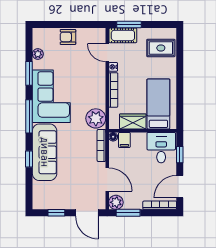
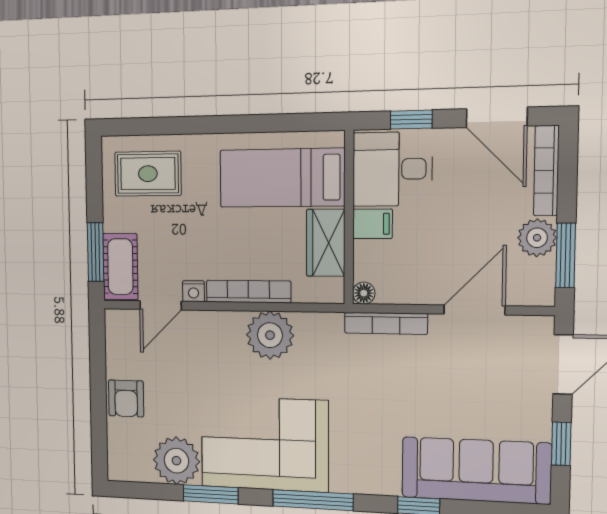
rug: (161, 48) -> (148, 174), turned 90
plant: (38, 54) -> (176, 461), width x1.88, depth x1.88
plant: (96, 118) -> (270, 335), moved
filing cabinet: (124, 140) -> (373, 224), moved
sofa: (45, 152) -> (476, 470), moved
plant: (116, 202) -> (537, 238), moved

